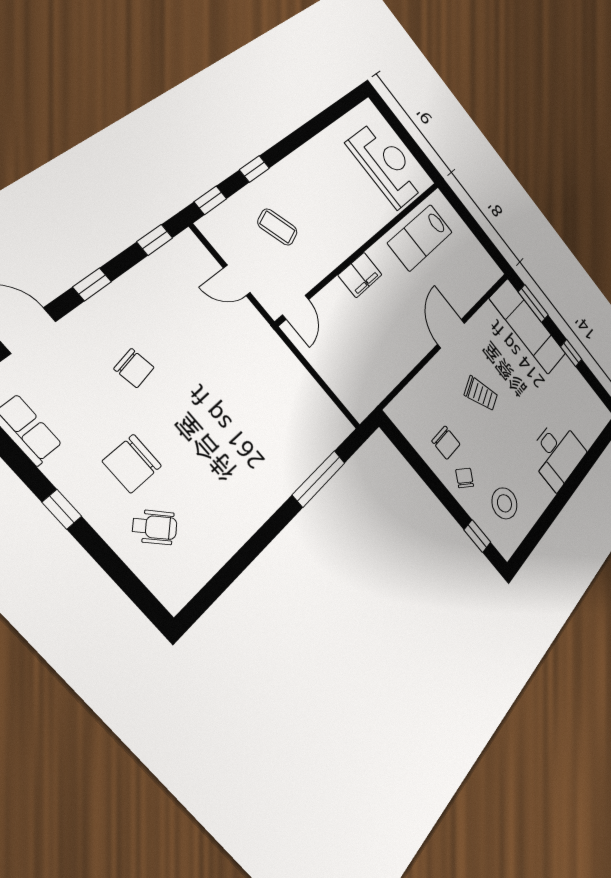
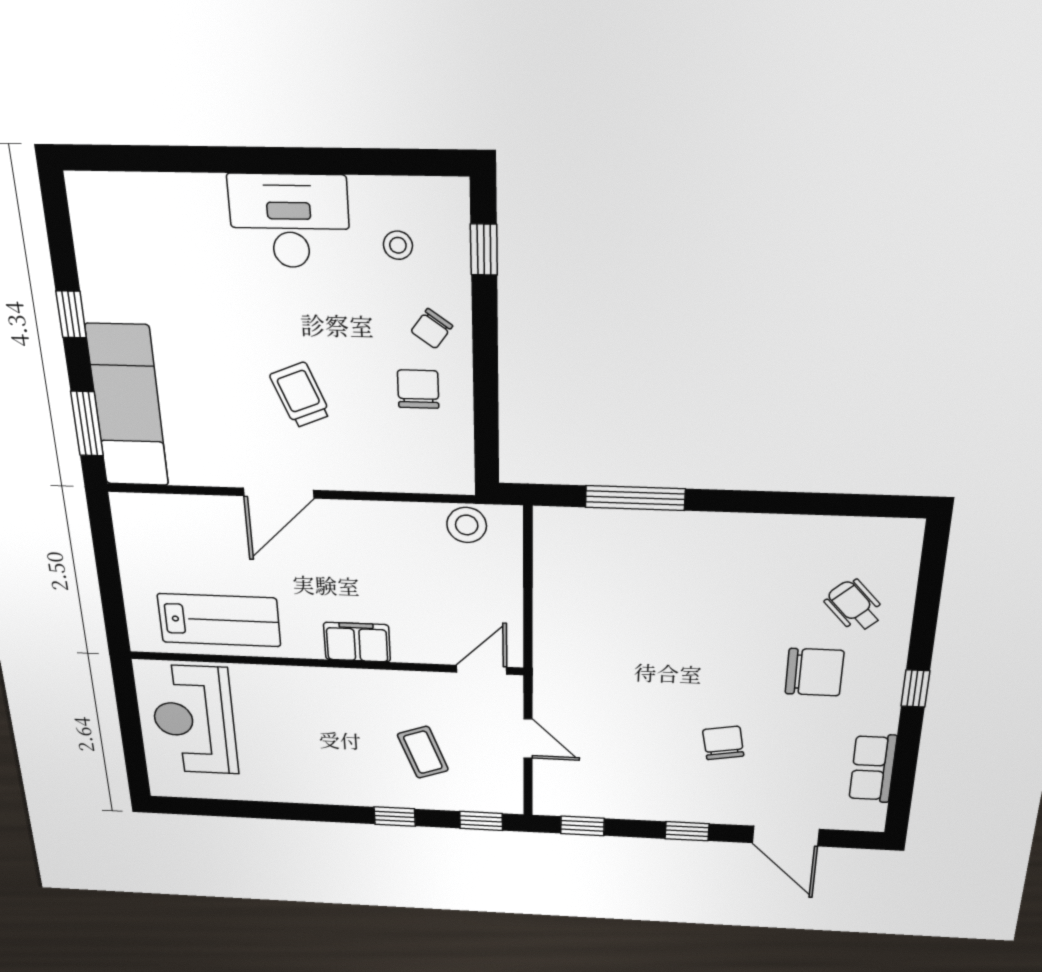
stool: (372, 389) -> (467, 525), added
desk: (557, 453) -> (289, 221), moved
stool: (504, 503) -> (398, 245), width x0.53, depth x0.53

